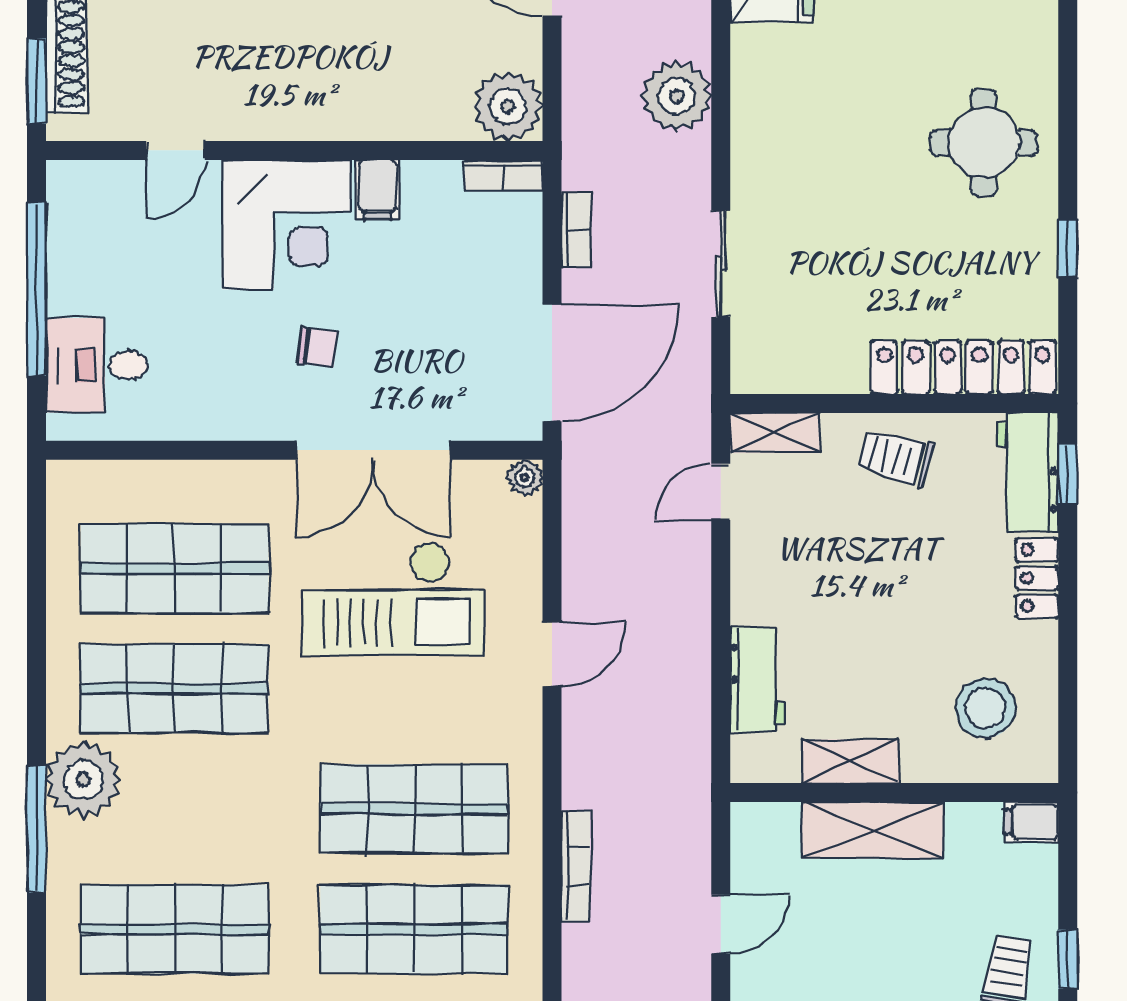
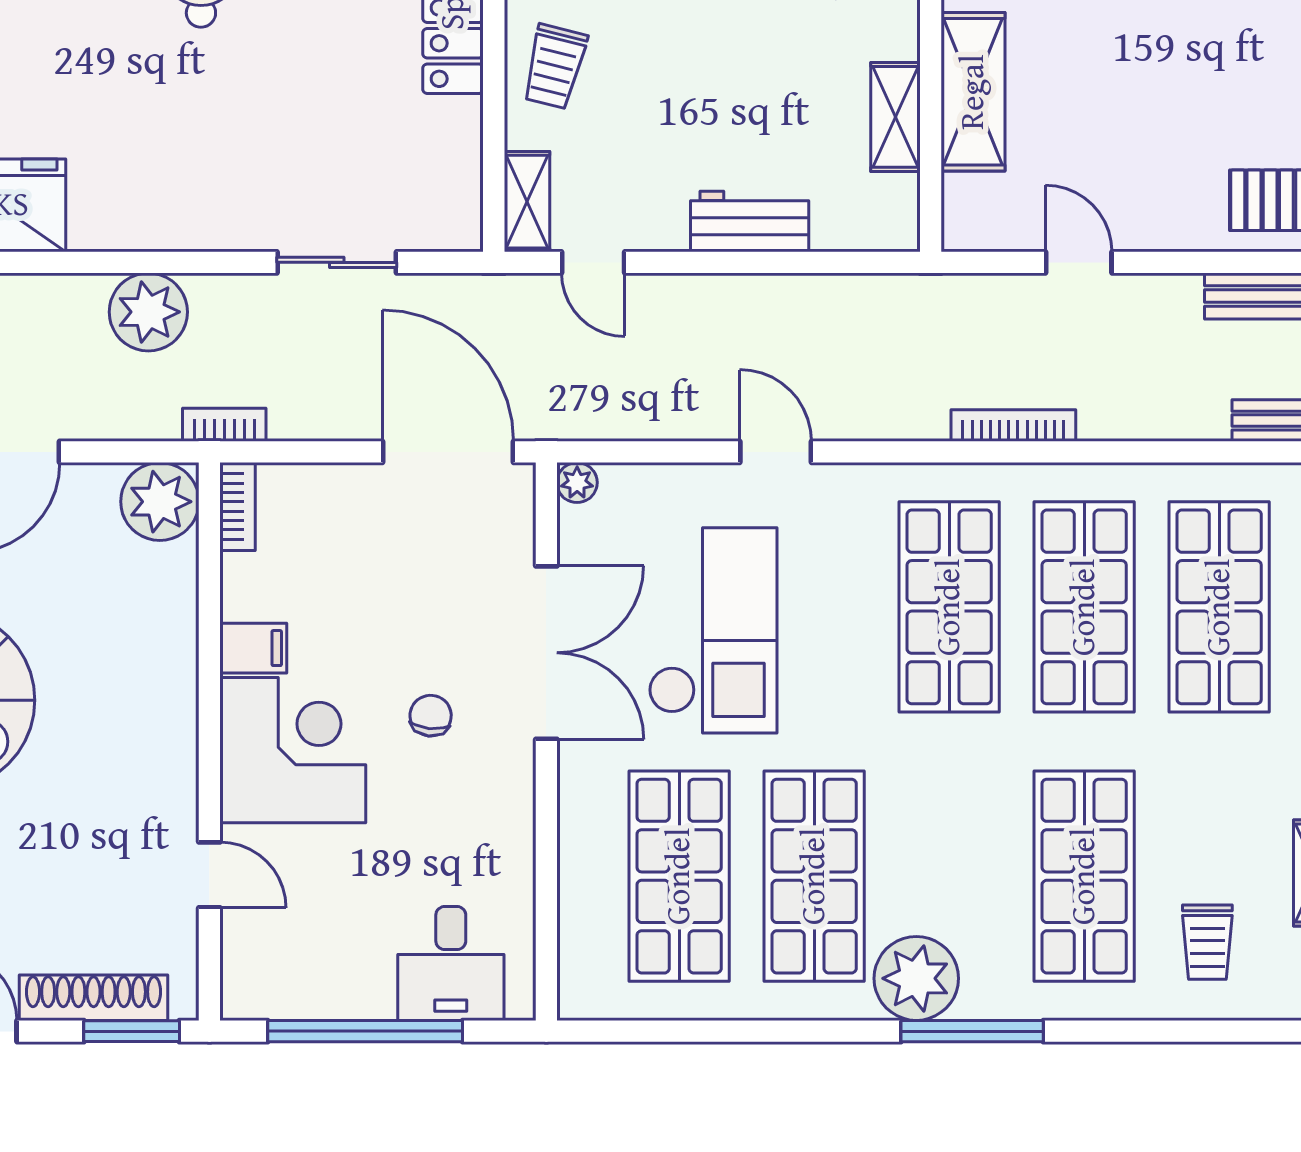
bookcase: (576, 230) -> (224, 425), moved
workbench: (757, 680) -> (750, 221), moved

